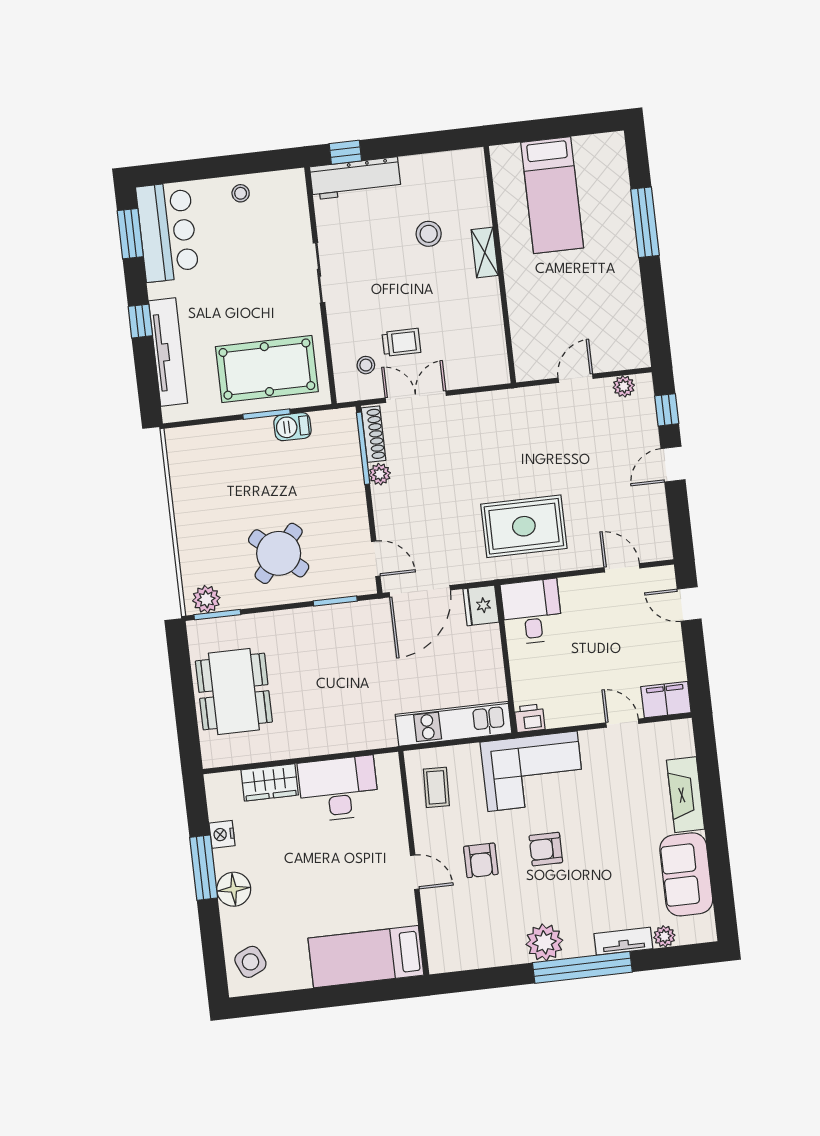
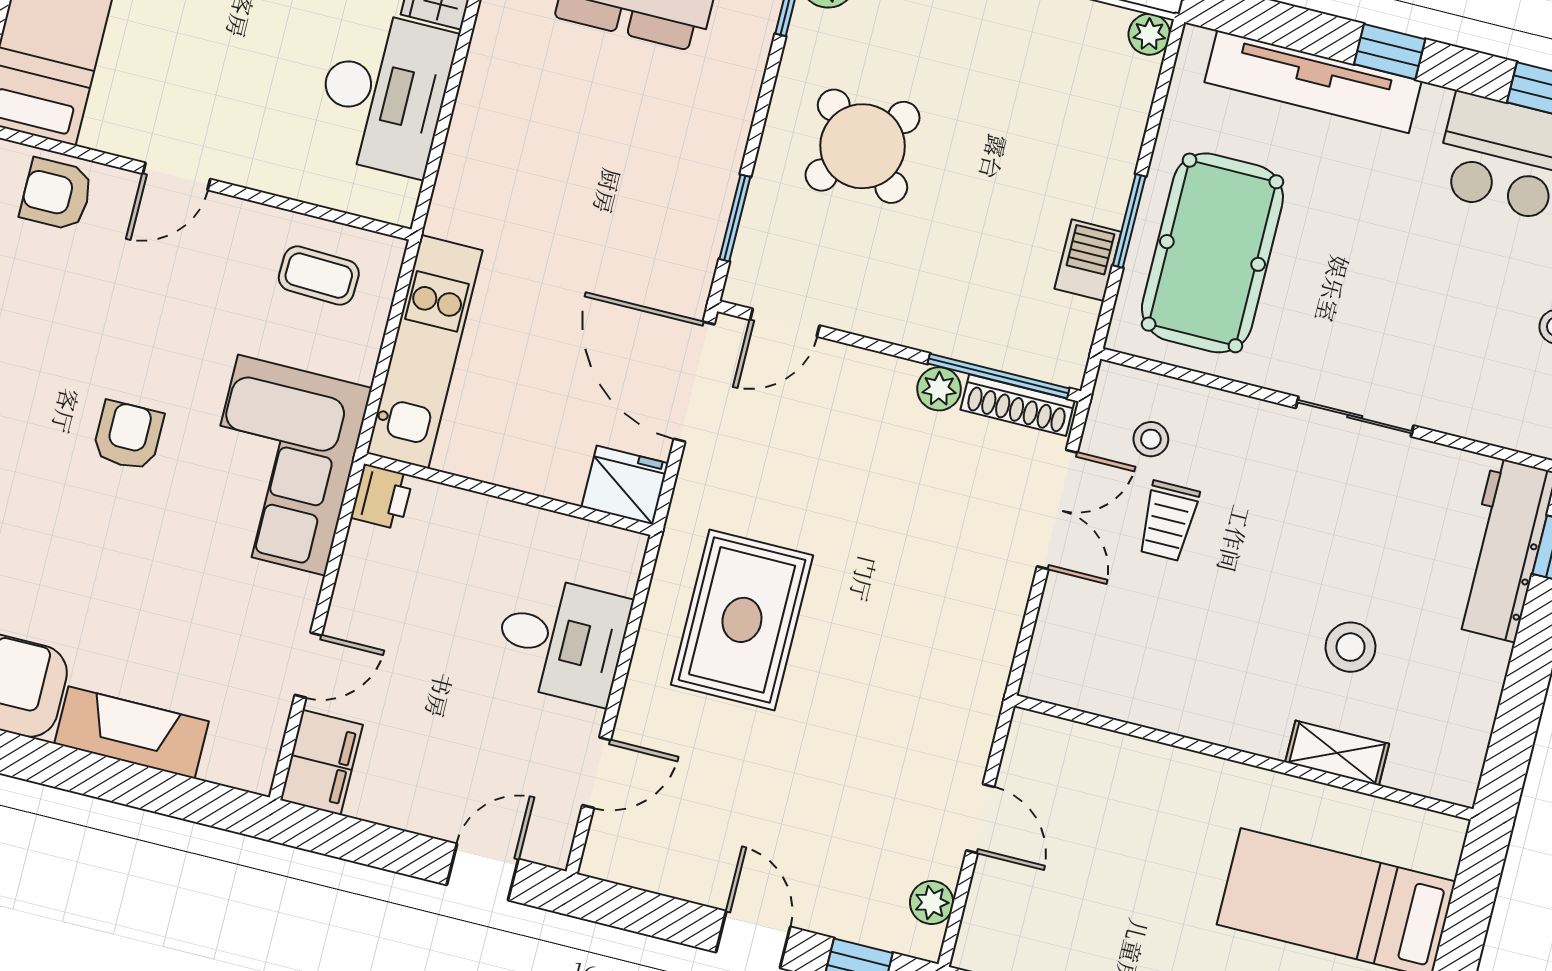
shelving: (485, 252) -> (1337, 753), moved
plant: (175, 438) -> (1149, 34), added
desk: (532, 612) -> (562, 640), moved
armchair: (481, 860) -> (56, 194), moved

